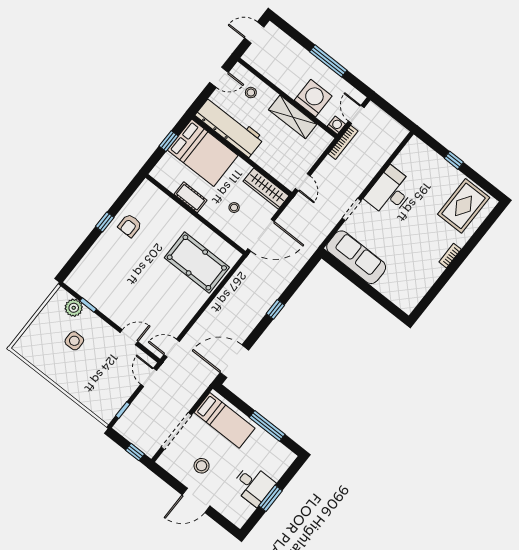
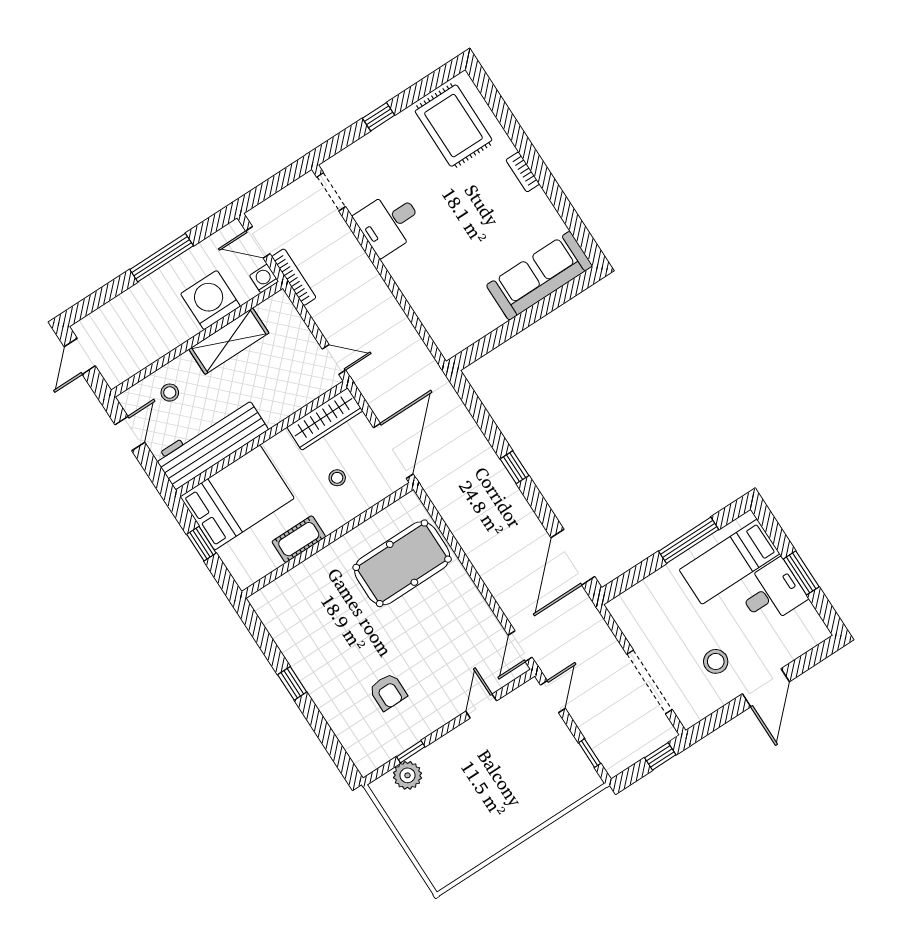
desk: (390, 192) -> (389, 223), width x0.73
doorway: (351, 209) -> (331, 192), moved
armchair: (130, 226) -> (388, 692), moved
sofa: (356, 257) -> (540, 276), moved
side table: (74, 341) -> (458, 791), removed
door: (149, 377) -> (553, 697), swing flipped
bed: (224, 420) -> (729, 562), moved, turned 180

